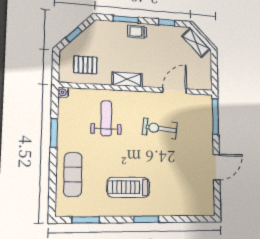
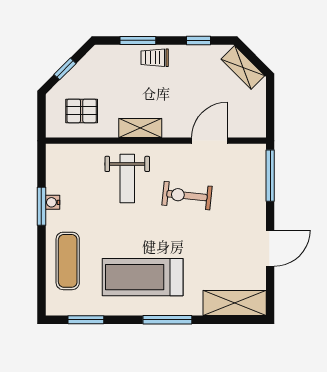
water cooler: (63, 92) -> (53, 202), moved
weight bench: (106, 118) -> (127, 179), moved, turned 180
treadmill: (128, 187) -> (143, 277), width x1.37, depth x1.38
shelving: (193, 207) -> (235, 303), added
window: (146, 219) -> (167, 320), width x1.44

